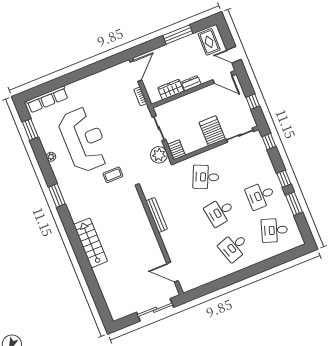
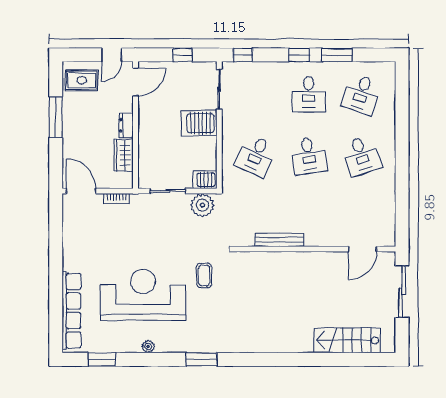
row of seats: (47, 99) -> (71, 311), width x1.36
stairs: (91, 243) -> (347, 340), moved

